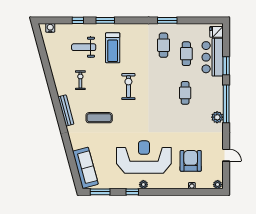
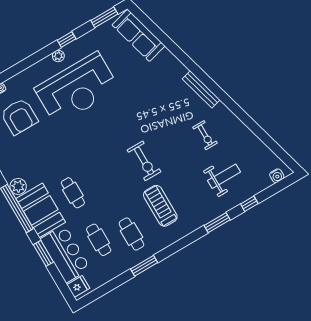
treadmill: (113, 48) -> (160, 206), moved
booth: (212, 94) -> (41, 210), added
exercise mat: (99, 118) -> (157, 104), removed

